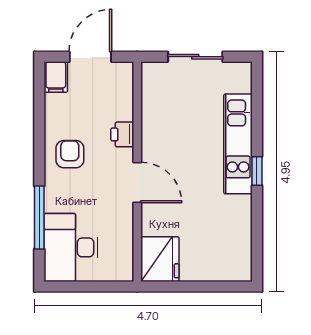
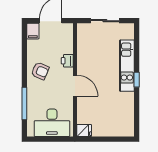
armchair: (70, 154) -> (40, 71), turned 113
desk: (71, 247) -> (52, 123), moved, turned -90
fridge: (160, 259) -> (84, 130), width x0.53, depth x0.75

